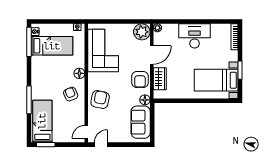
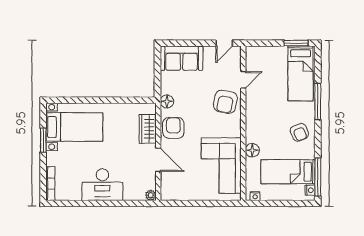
plant: (142, 32) -> (171, 190), removed
door: (152, 55) -> (158, 160), swing flipped
floor lamp: (79, 73) -> (252, 150), moved
armchair: (71, 94) -> (299, 132), moved
sofa: (141, 122) -> (182, 58), moved, turned 90
door: (86, 132) -> (243, 80), moved

